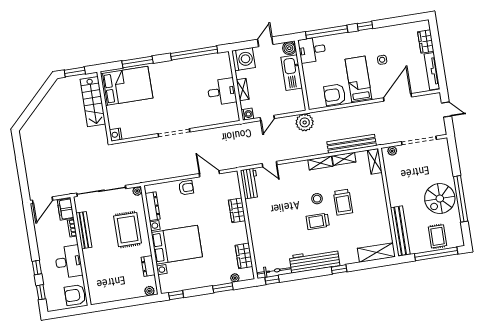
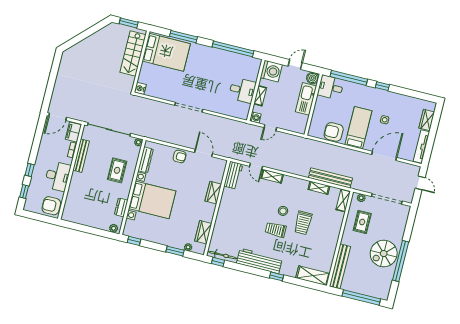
plant: (305, 122) -> (299, 144), removed
shelving: (320, 163) -> (272, 176), moved
rug: (128, 230) -> (117, 170), width x0.73, depth x0.70
rug: (437, 236) -> (362, 222), moved

